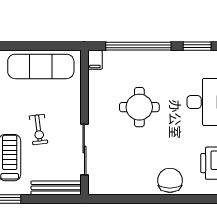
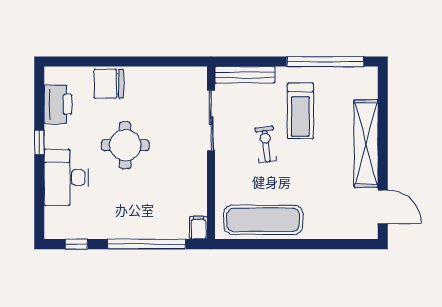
window: (197, 46) -> (76, 244), width x0.67
round table: (139, 107) -> (125, 145), moved
chair: (170, 180) -> (109, 84), turned 90

